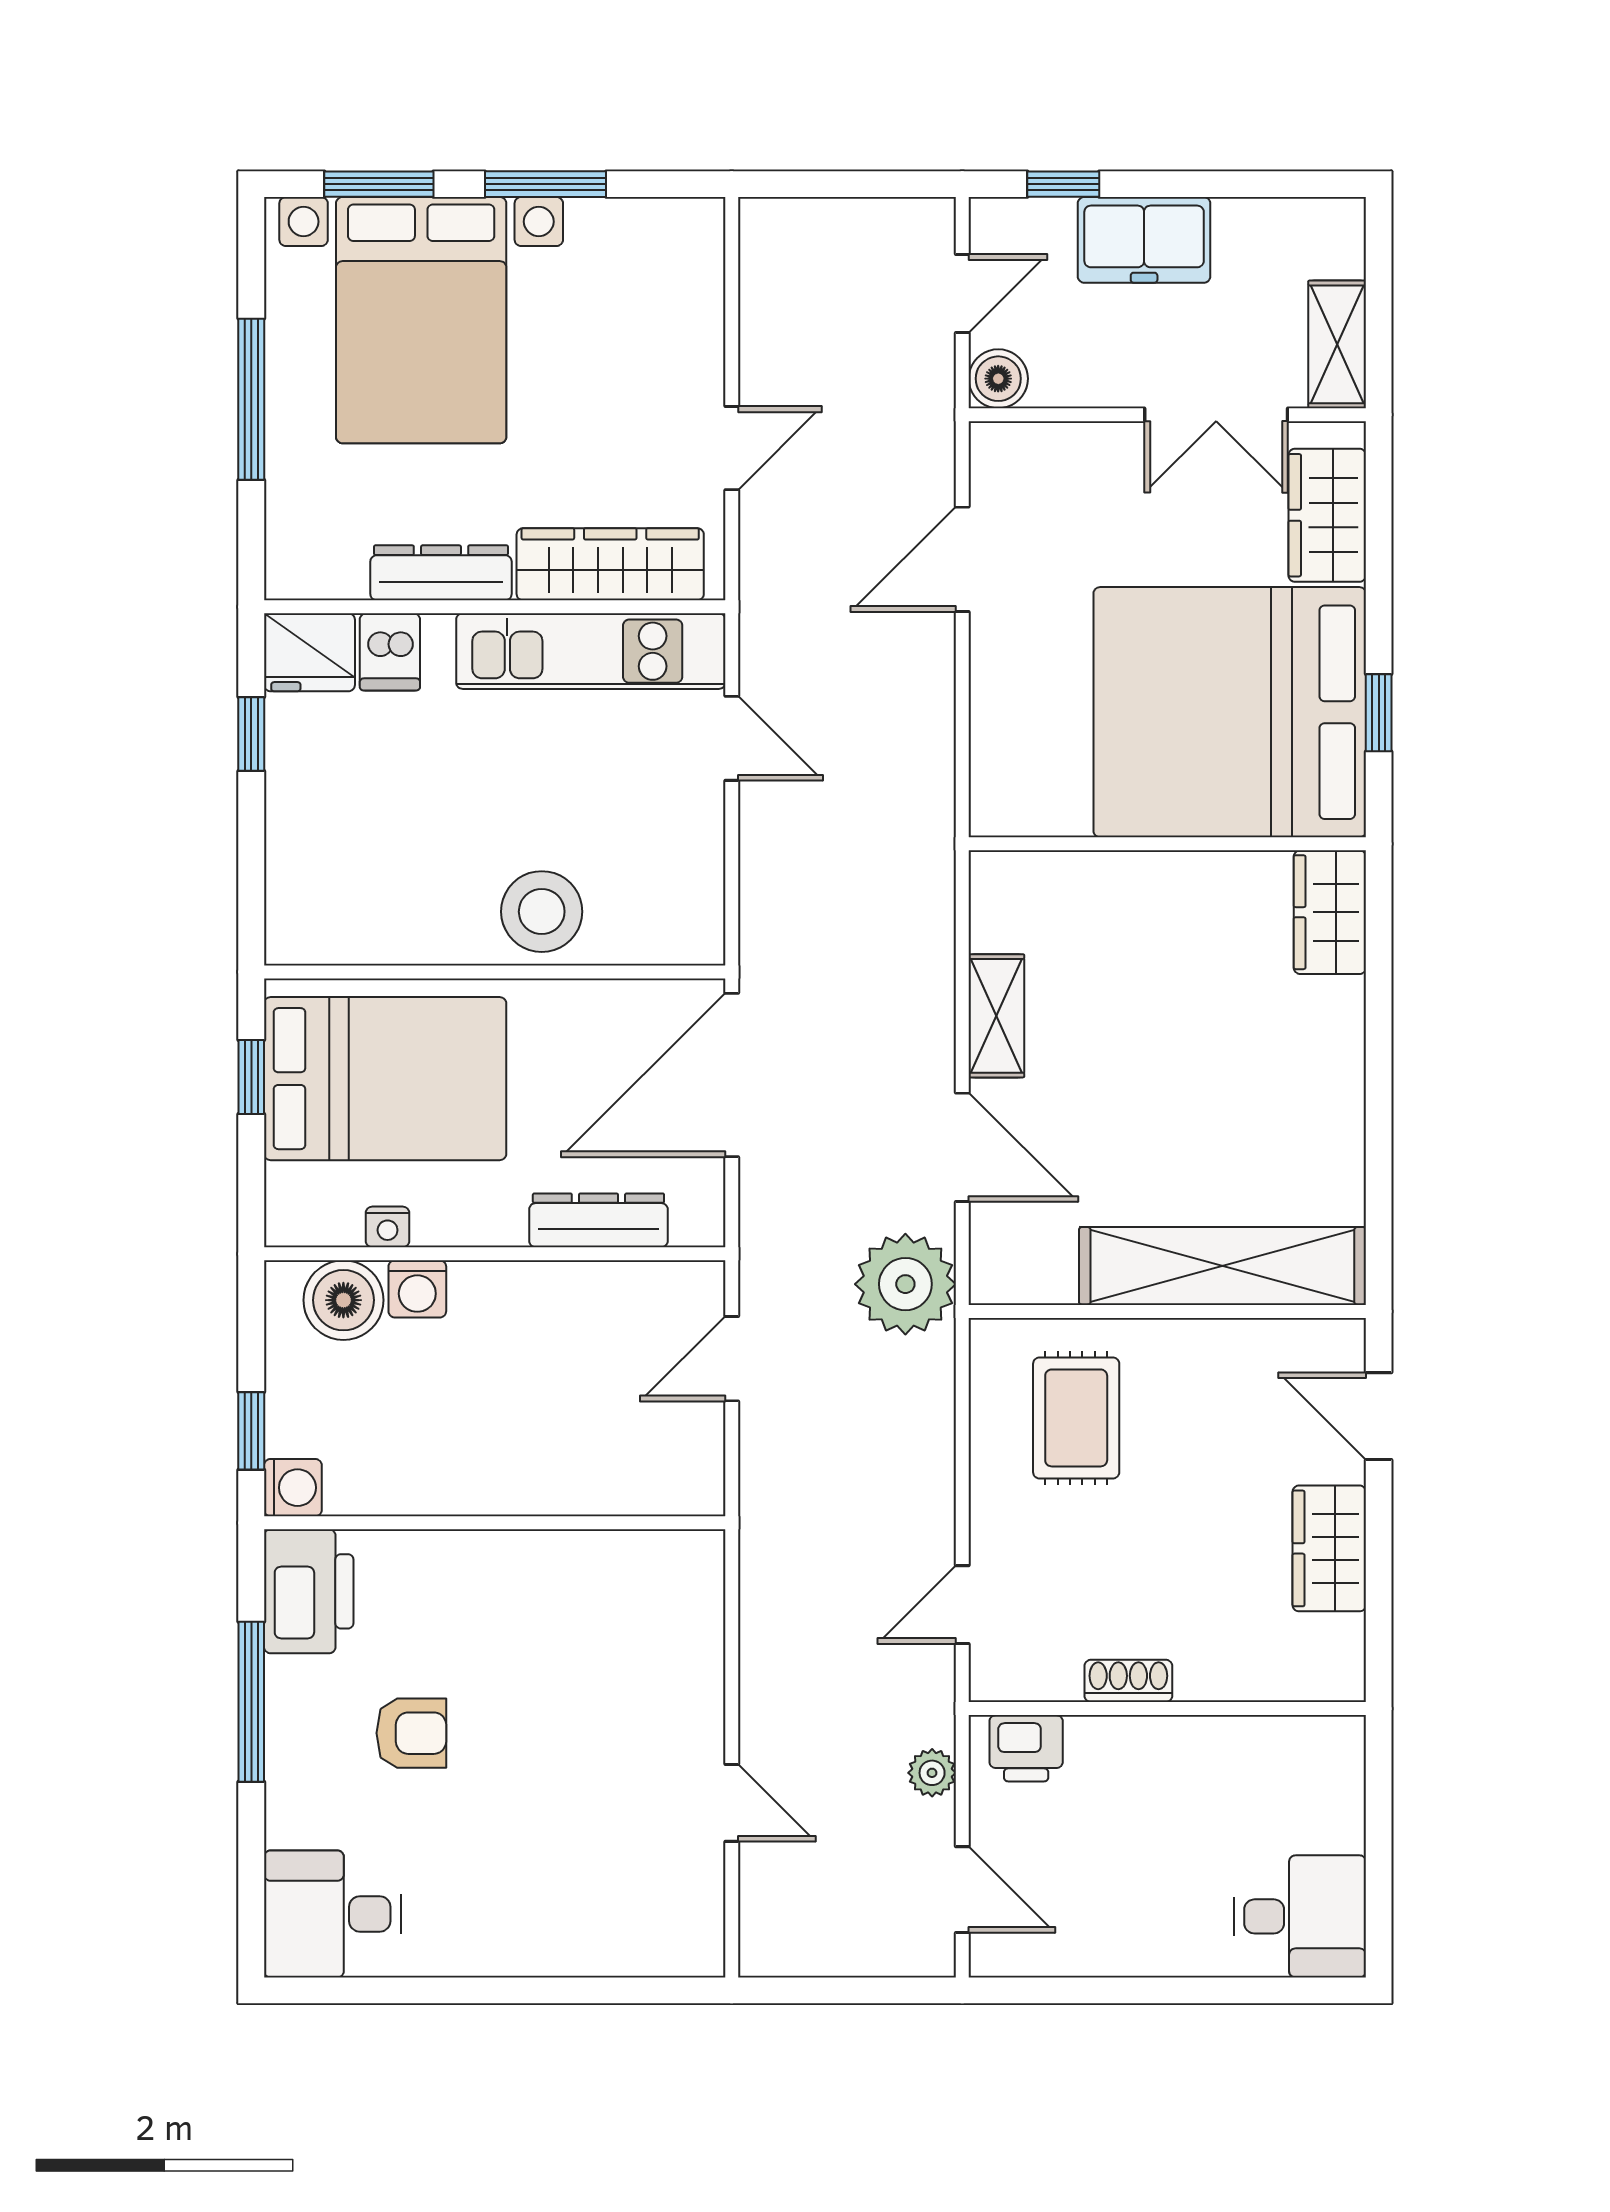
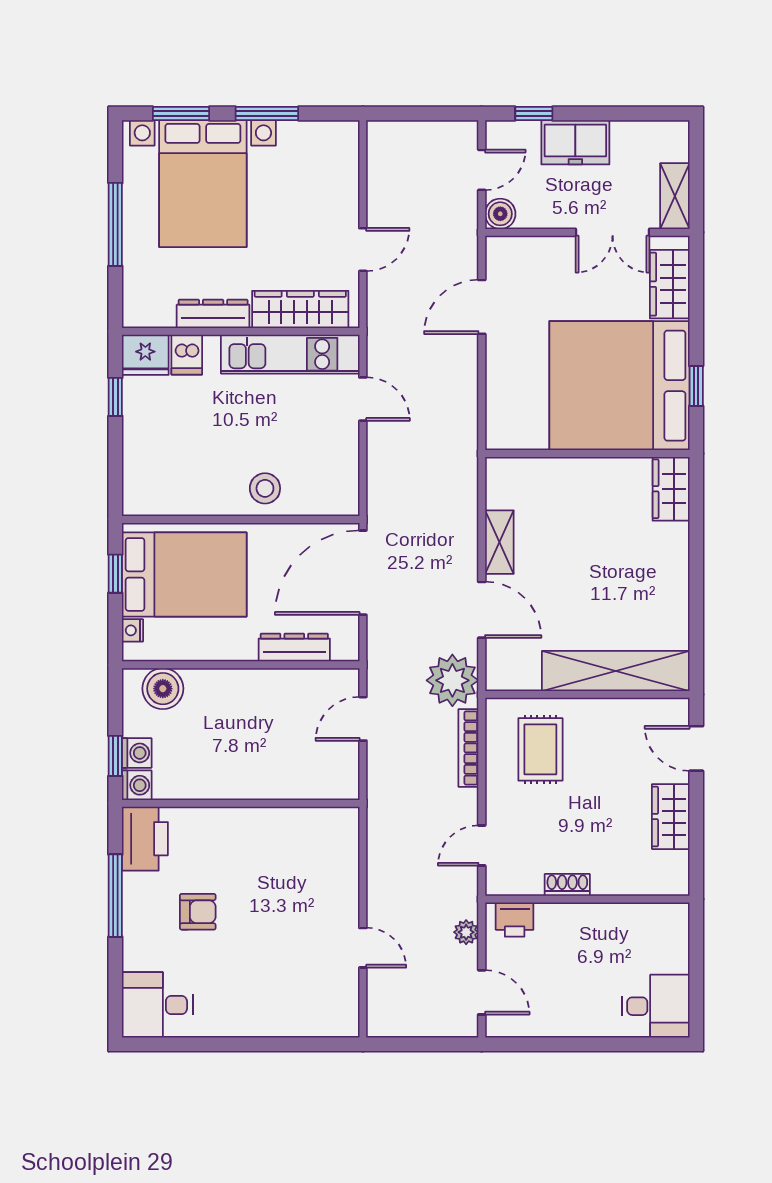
stool: (542, 912) -> (265, 488), width x0.73, depth x0.73
nightstand: (388, 1227) -> (132, 630), moved, turned 90
washing machine: (417, 1289) -> (137, 753), moved, turned -90
bookcase: (937, 1415) -> (468, 748), added

